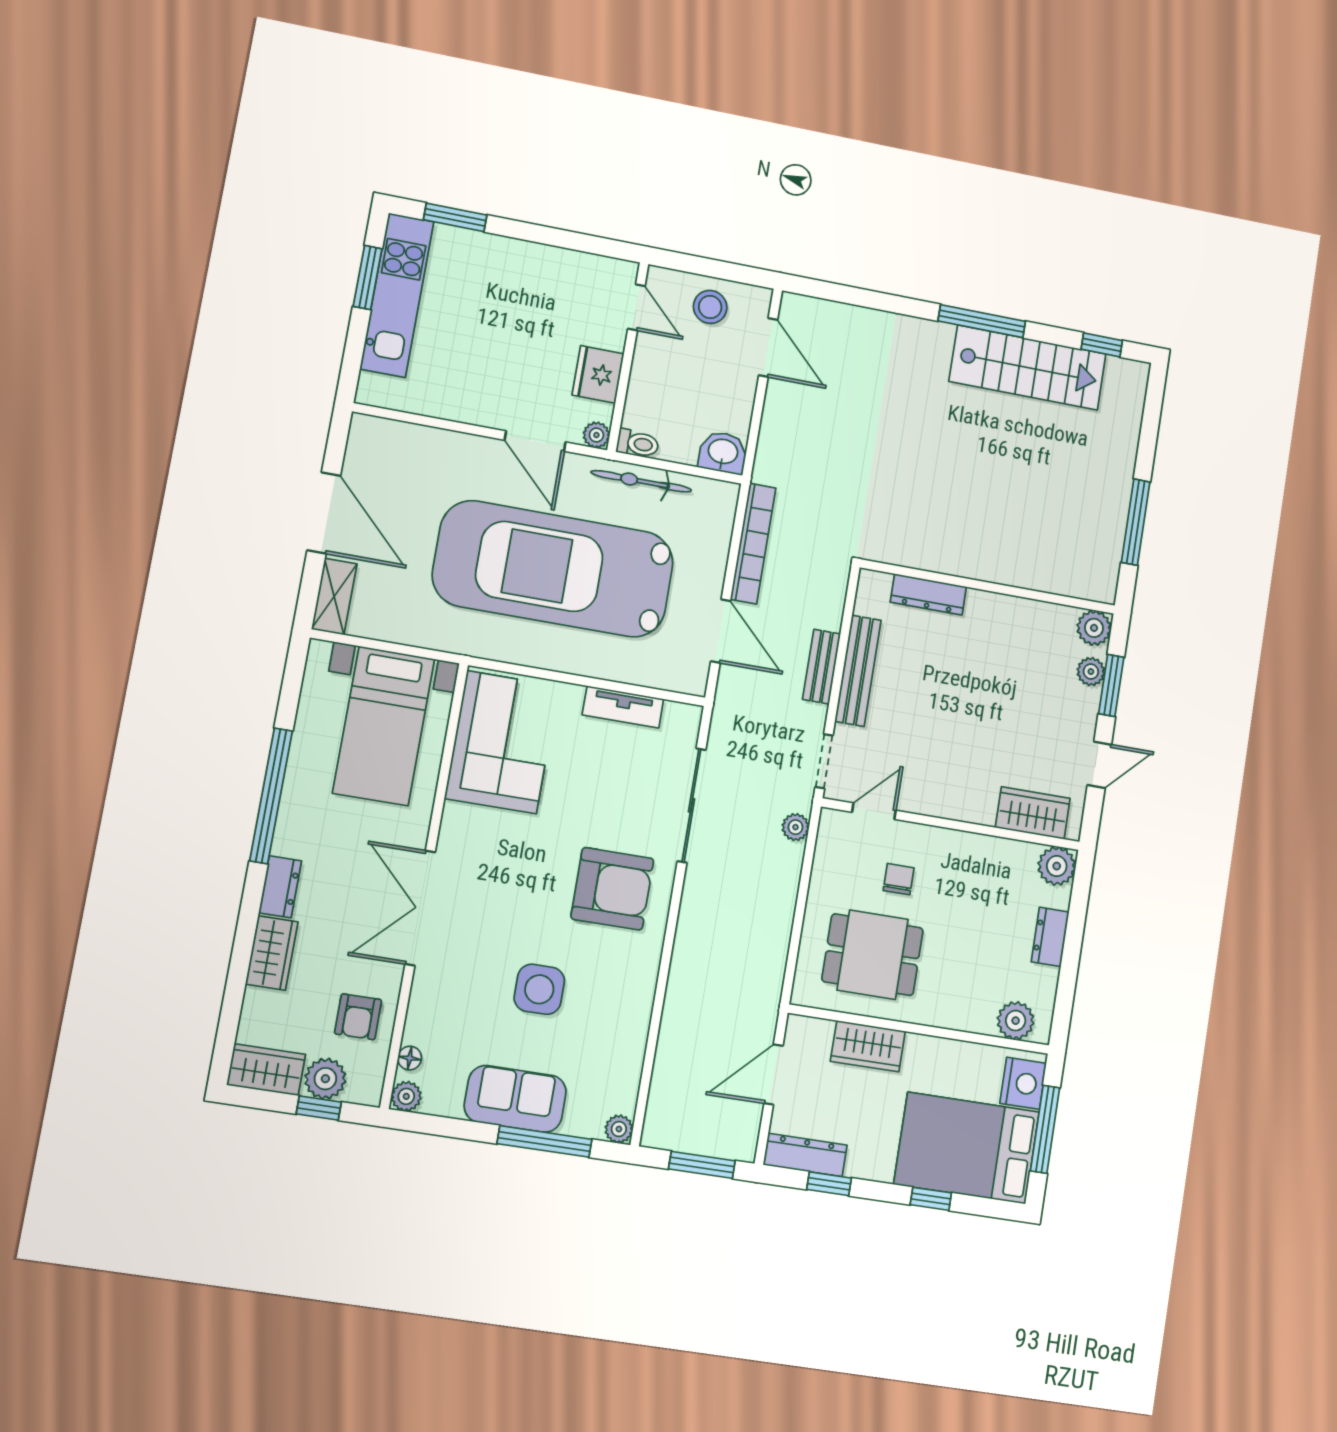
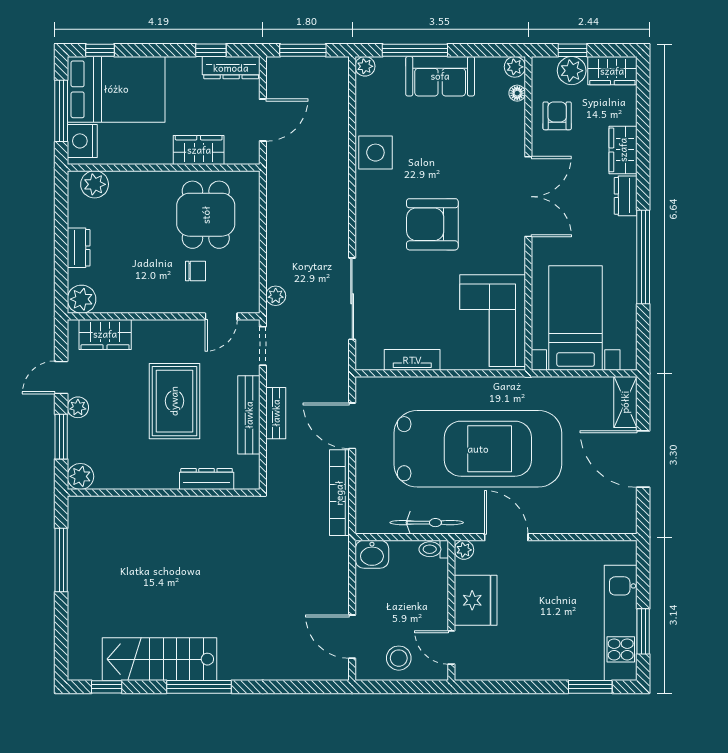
fridge: (598, 374) -> (476, 600), width x1.36, depth x1.34
plant: (1091, 672) -> (78, 407), moved
rug: (955, 707) -> (174, 401), added
chair: (899, 879) -> (196, 271), turned -90
armchair: (612, 889) -> (432, 224), moved
dining table: (873, 955) -> (206, 215), turned 90
side table: (539, 989) -> (375, 153), moved
window: (931, 1199) -> (100, 50), moved

